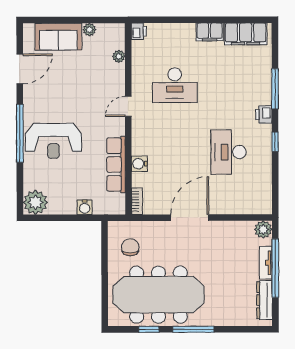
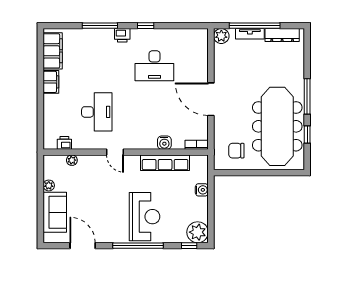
printer: (139, 31) -> (64, 143), moved
window: (20, 193) -> (189, 246), added

